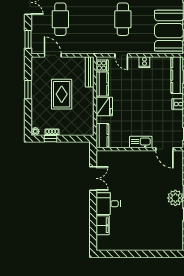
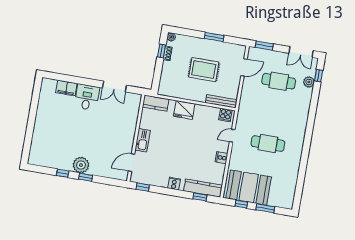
kitchen counter: (102, 84) -> (207, 112), removed

